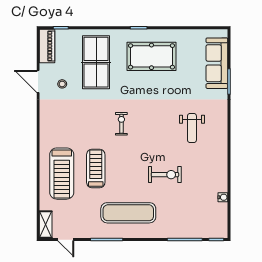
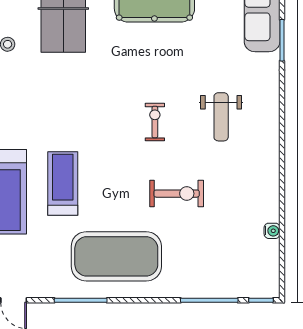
exercise bike: (121, 124) -> (155, 122), moved
exercise mat: (128, 213) -> (116, 256), width x1.47

